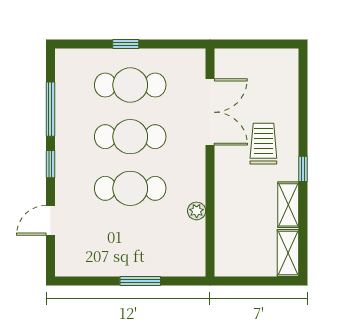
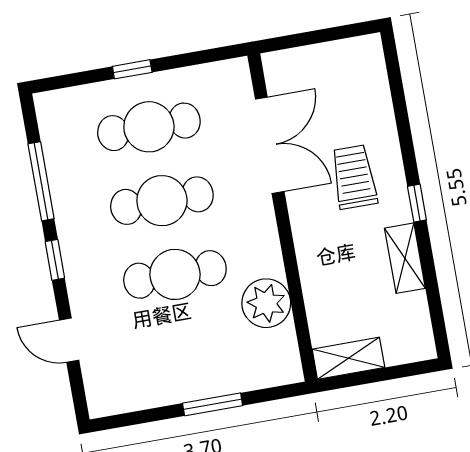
plant: (197, 211) -> (266, 303), width x1.87, depth x1.87
door: (50, 220) -> (69, 340), hinge flipped
shelving: (288, 253) -> (348, 358), moved, turned 90

